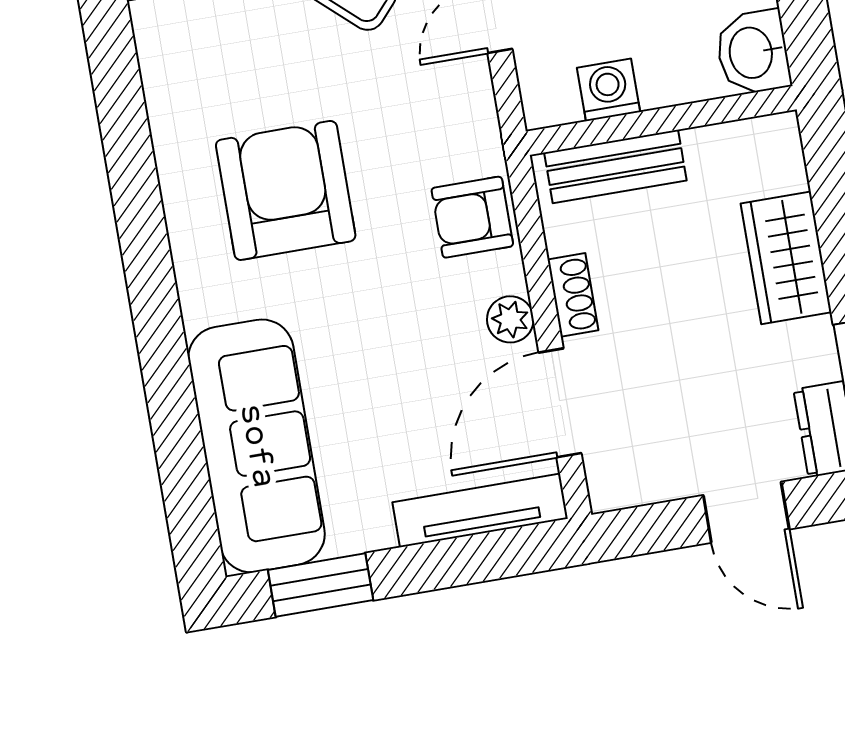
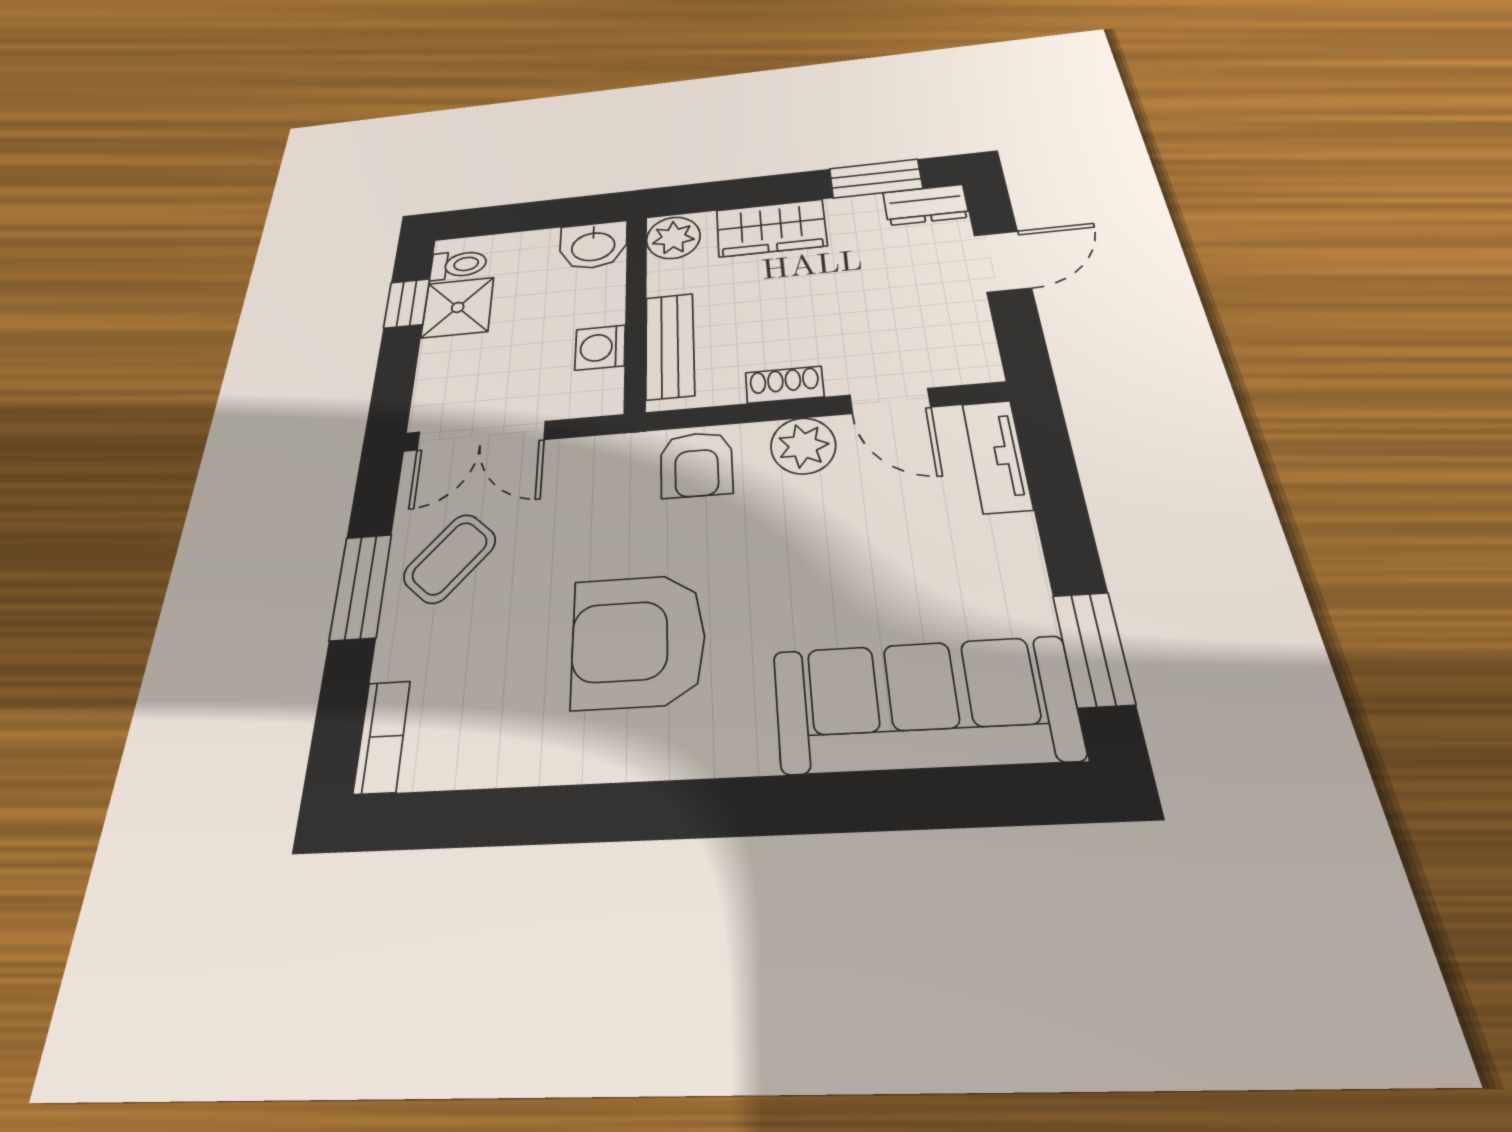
plant: (768, 146) -> (673, 238), added
plant: (510, 319) -> (803, 446), width x1.38, depth x1.38
door: (560, 403) -> (890, 401), width x0.73
tv unit: (480, 510) -> (997, 456), width x0.71

